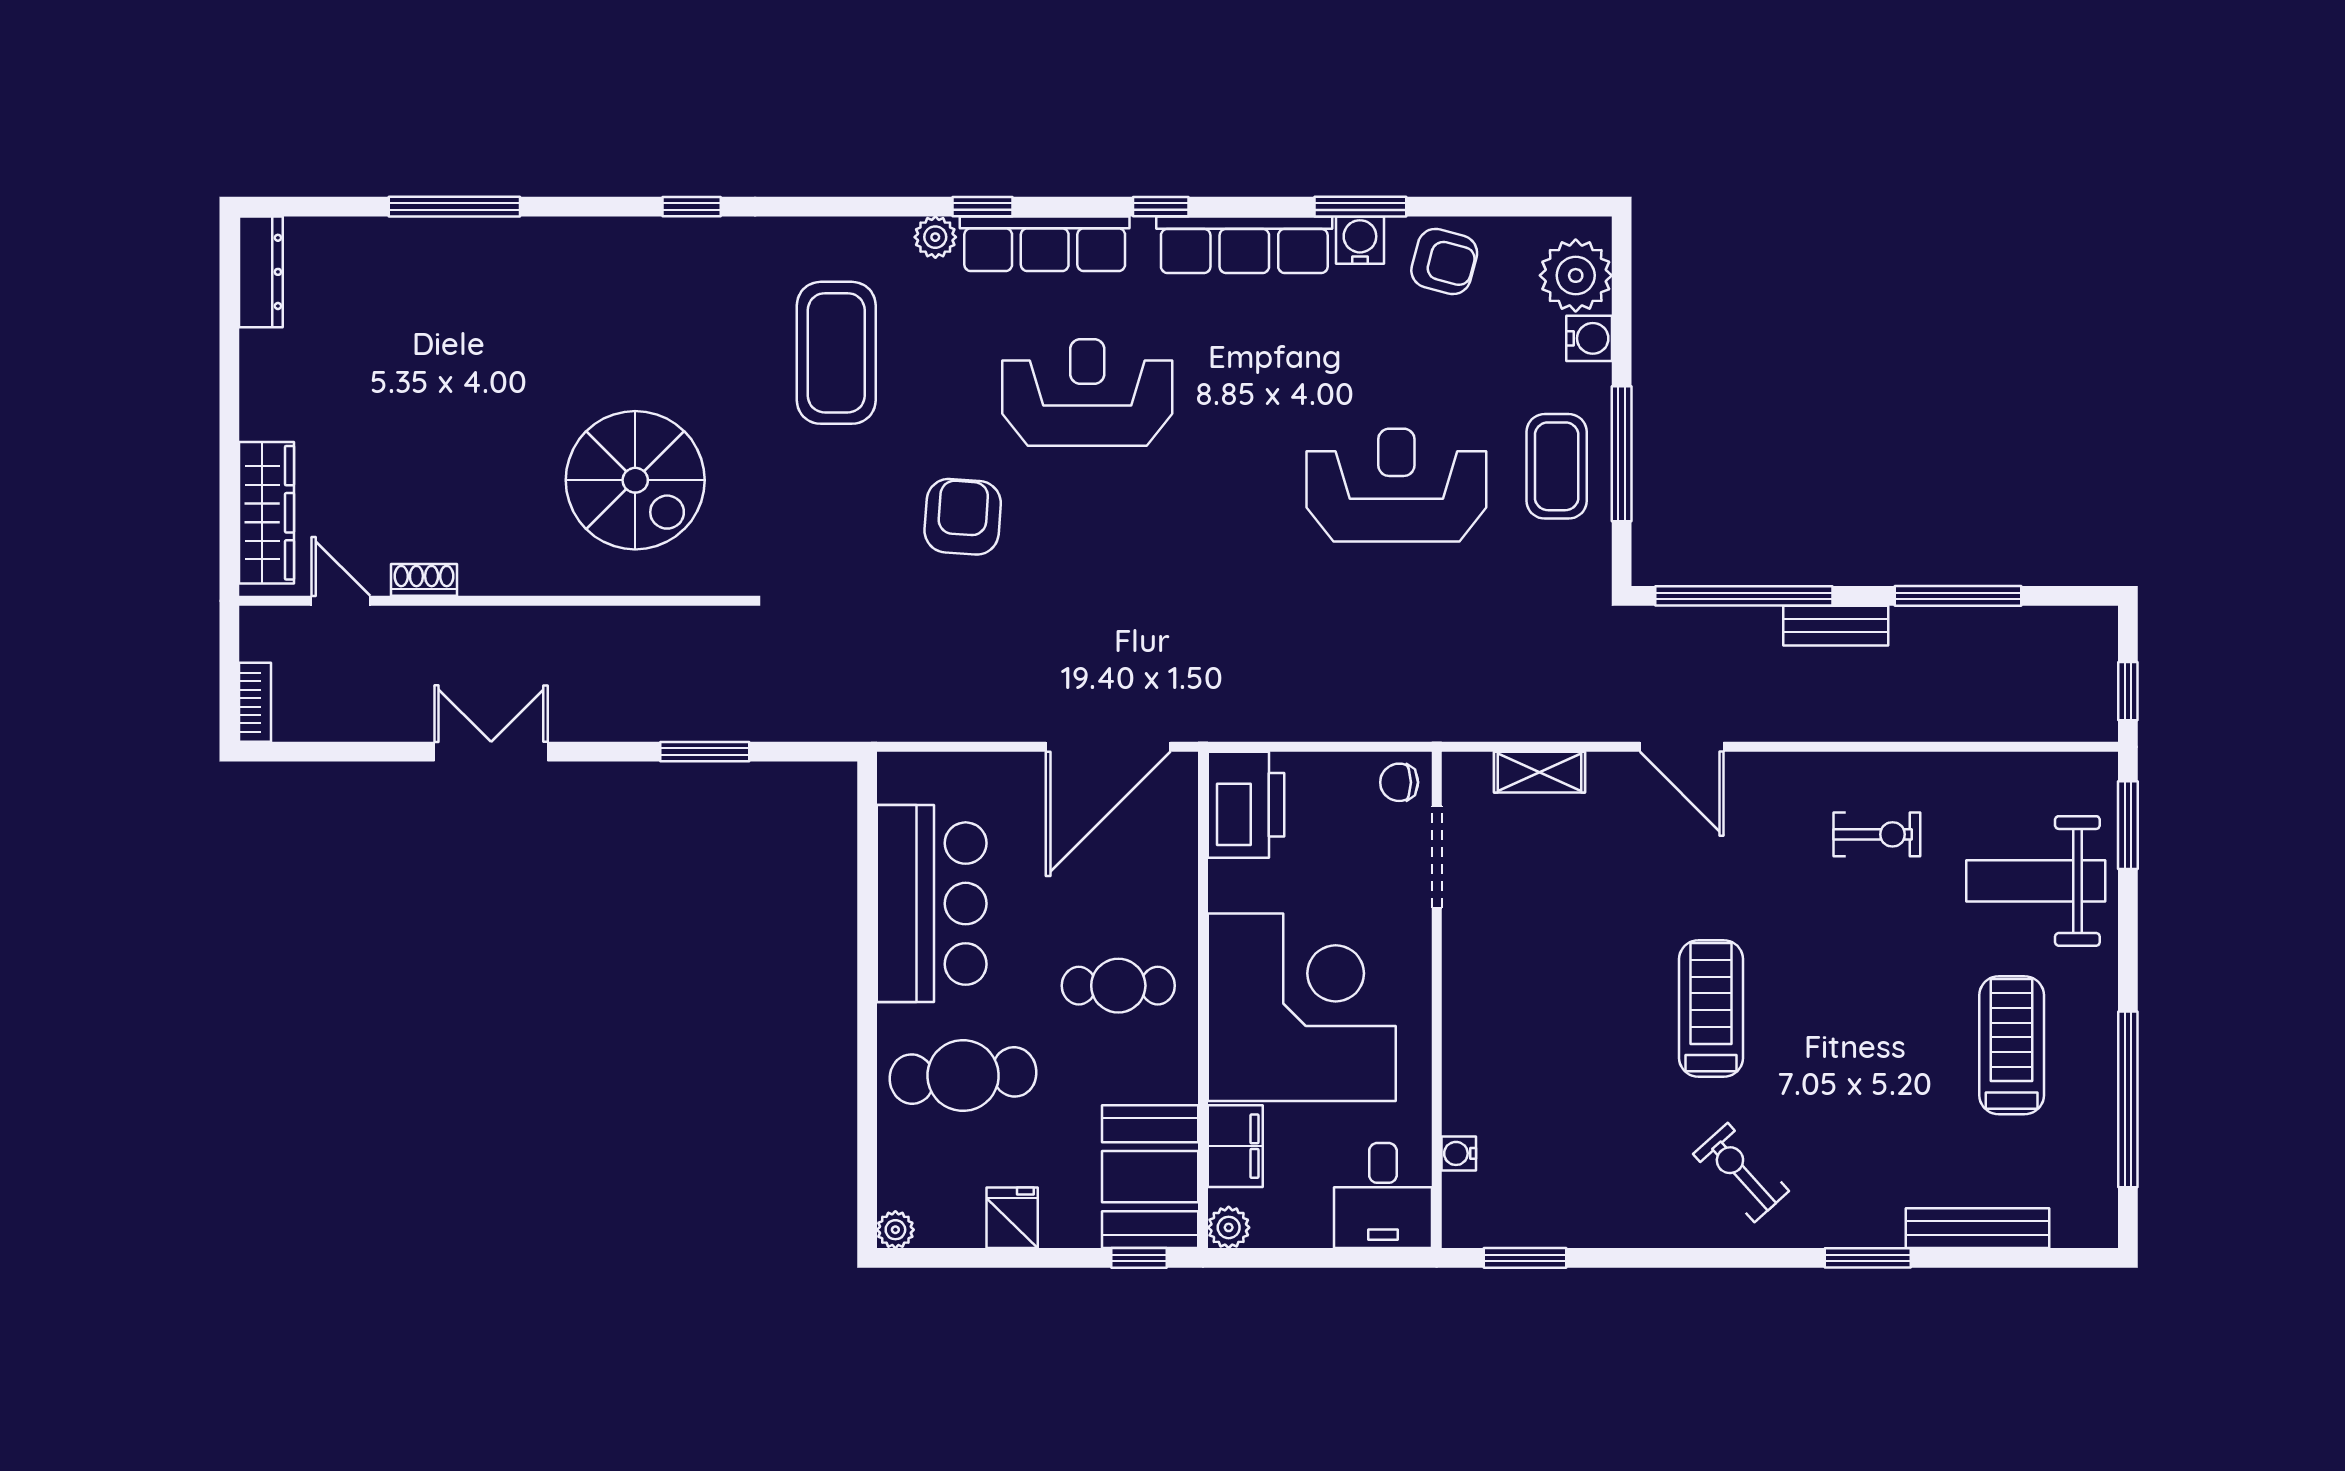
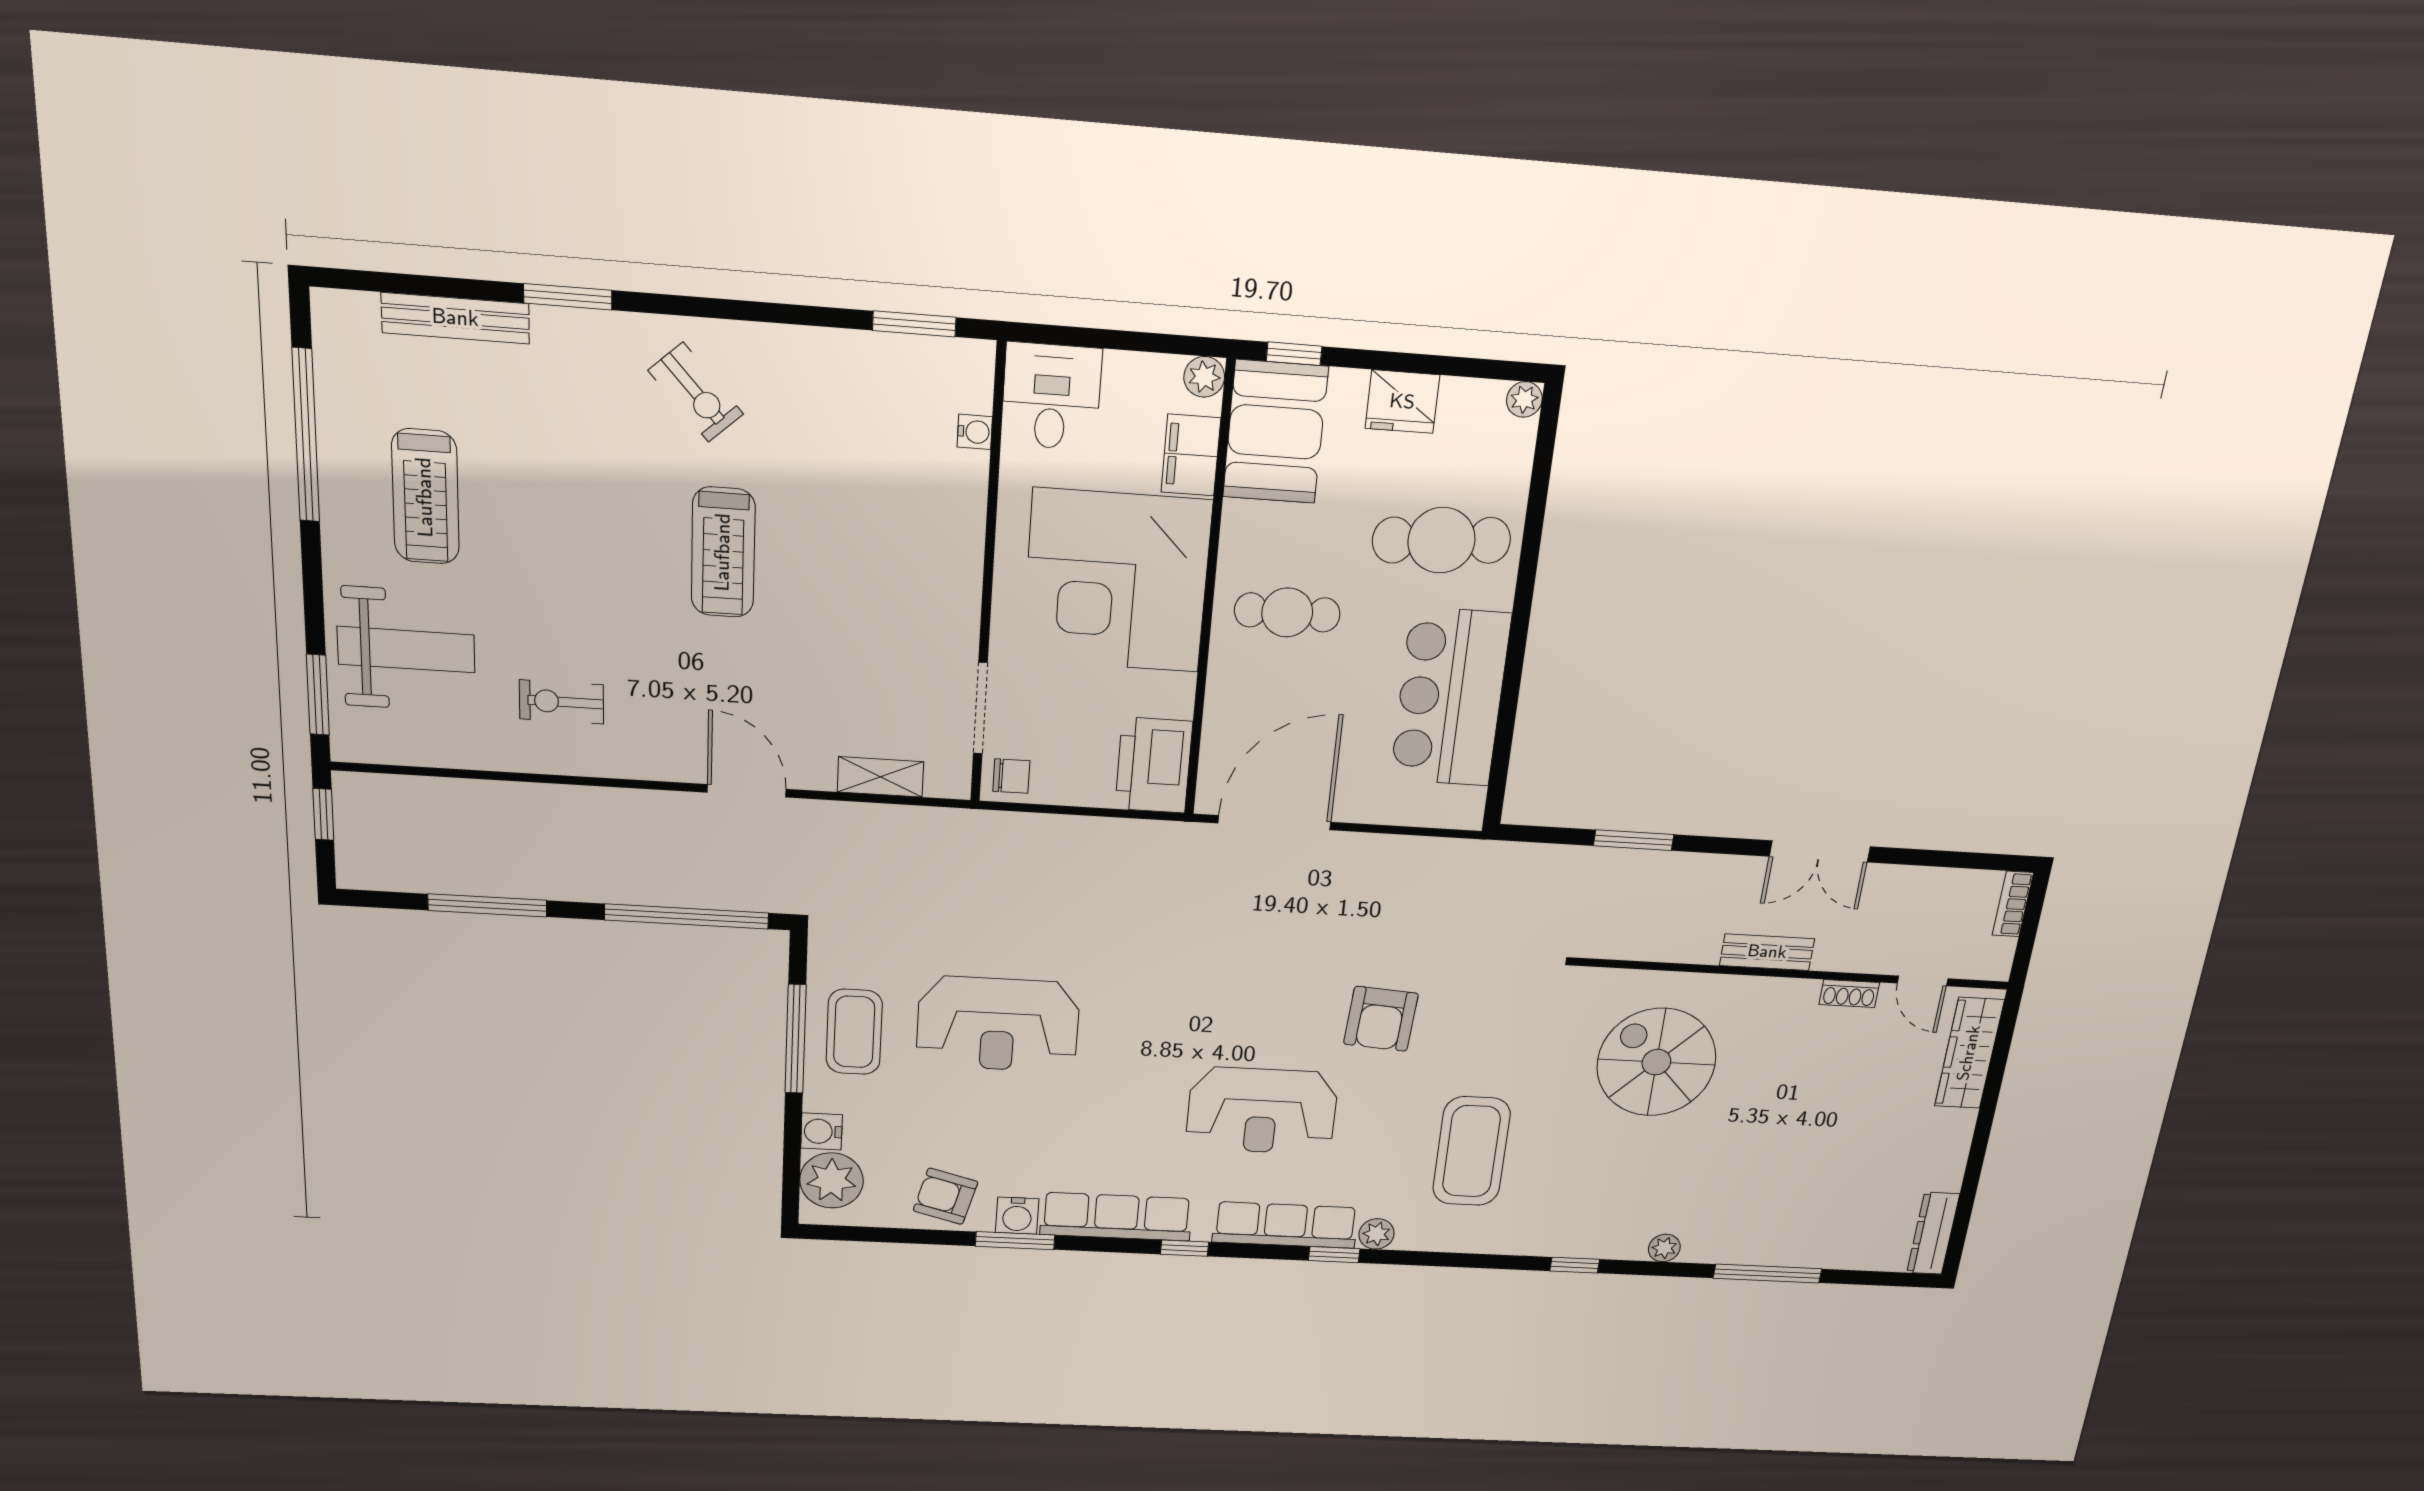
plant: (586, 235) -> (1664, 1248), added
bench: (1836, 626) -> (1767, 952), moved
fridge: (1012, 1218) -> (1402, 402), width x1.38

